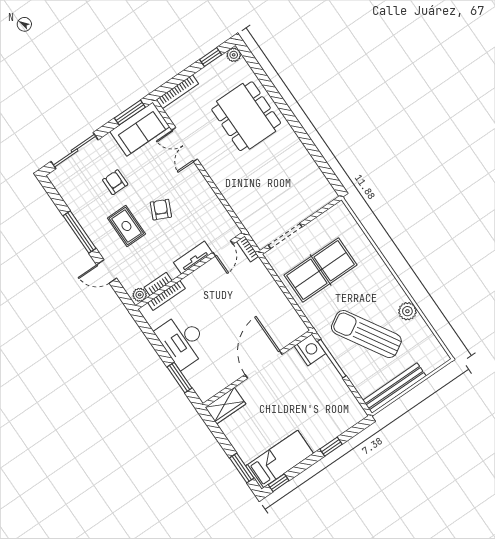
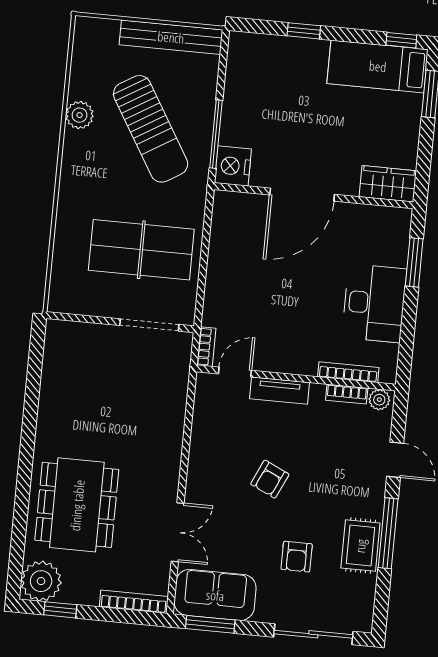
plant: (234, 55) -> (41, 581), width x1.87, depth x1.87
rug: (126, 226) -> (360, 546), moved

